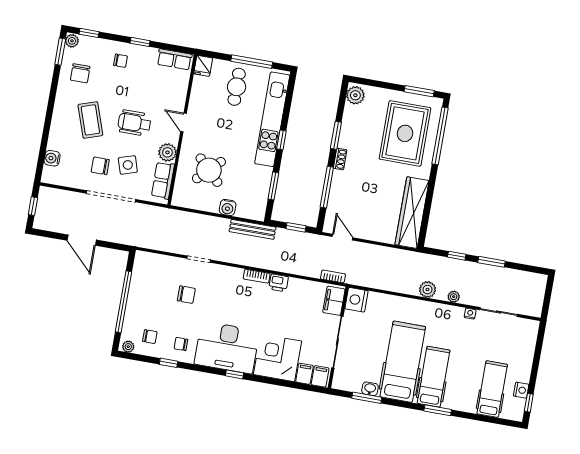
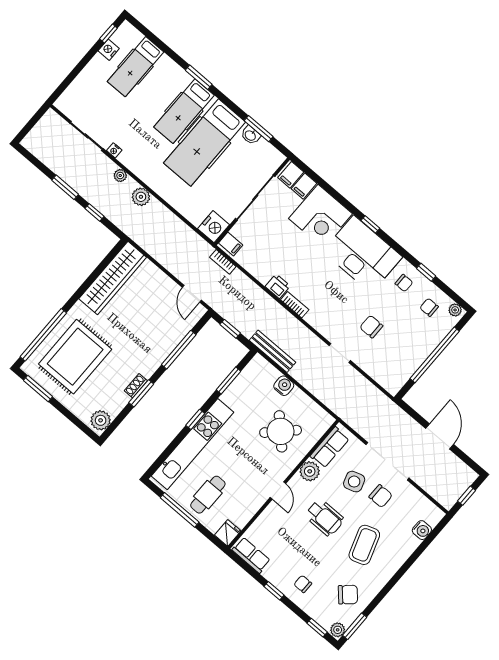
chair: (80, 73) -> (348, 595), turned 48
shoe rack: (340, 159) -> (136, 386), moved
filing cabinet: (334, 301) -> (231, 244), width x0.50

